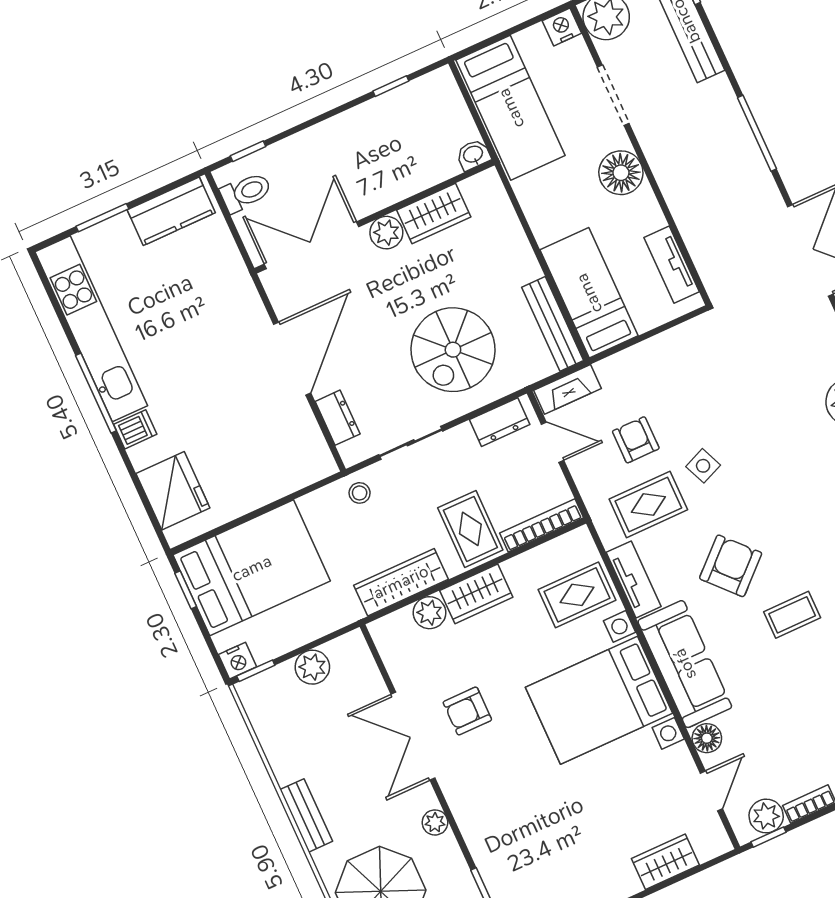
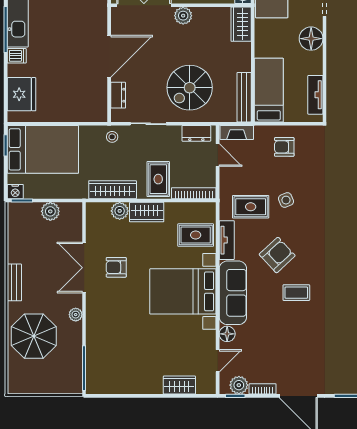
wardrobe: (434, 214) -> (241, 24), moved, turned 90
armchair: (636, 440) -> (284, 147), moved, turned -90

